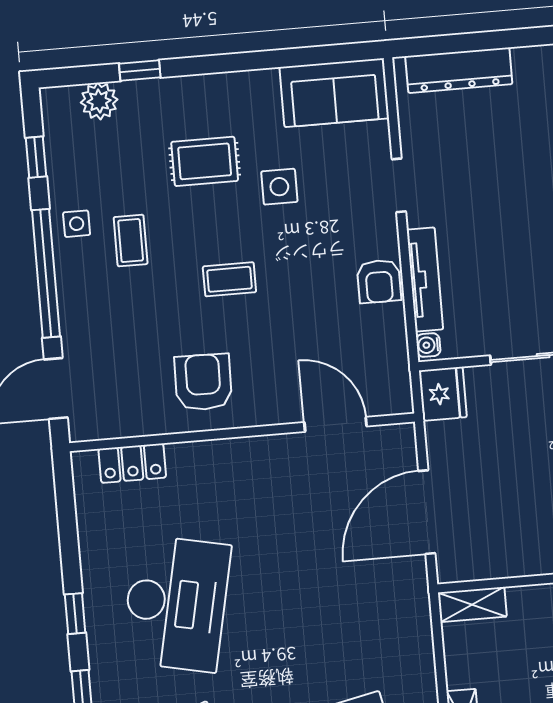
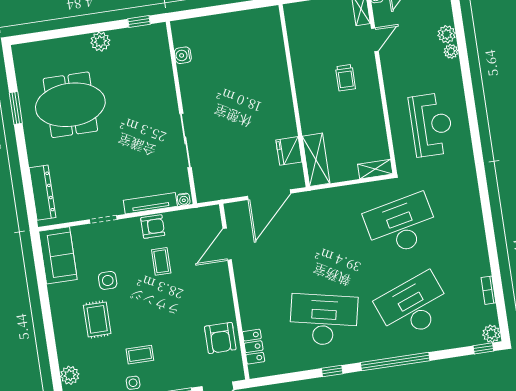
window: (140, 70) -> (53, 355), removed
coffee table: (229, 279) -> (161, 261), moved
armchair: (203, 382) -> (220, 338), moved, turned -91
fridge: (443, 394) -> (289, 151), moved, turned -90
door: (427, 512) -> (269, 195), hinge flipped
shelving: (472, 605) -> (316, 160), width x1.50, depth x1.33

